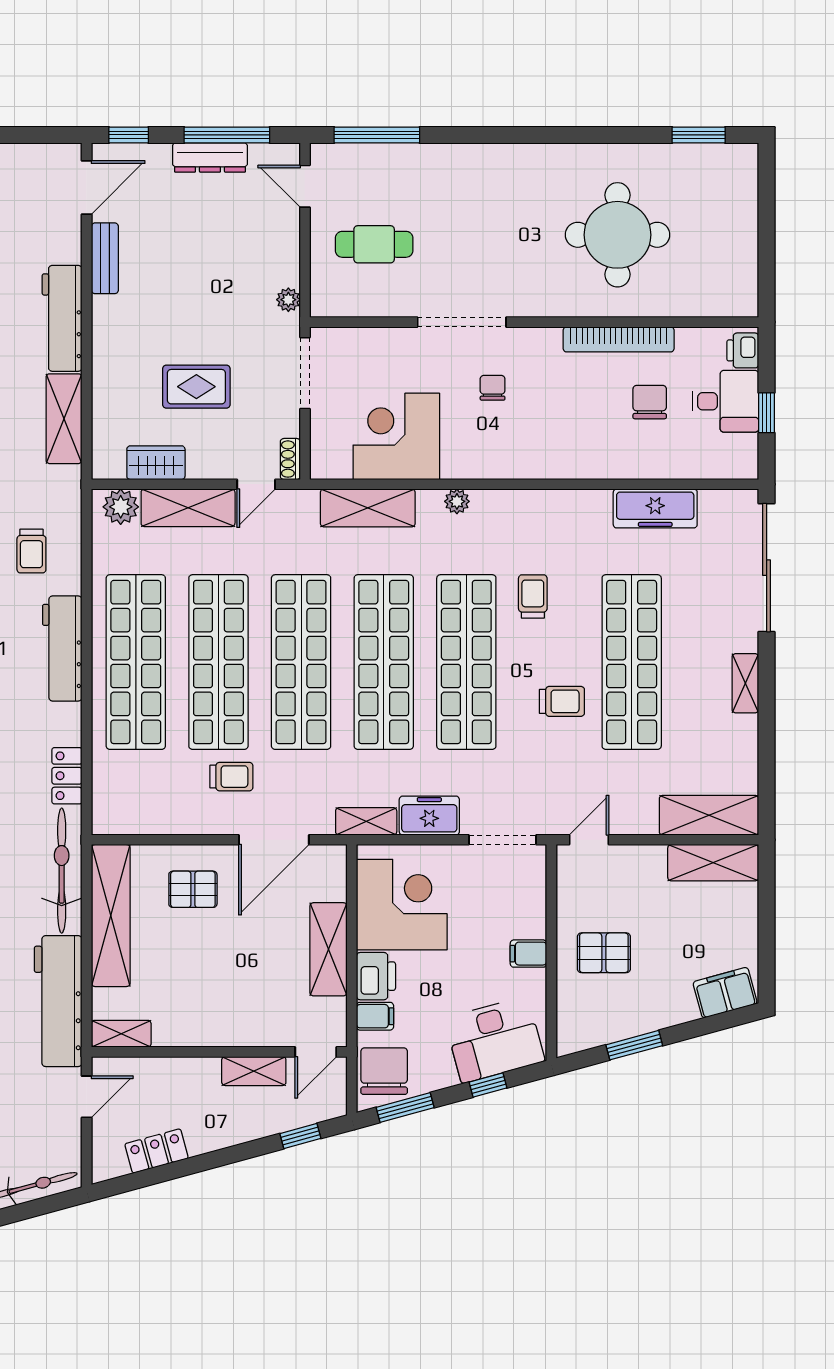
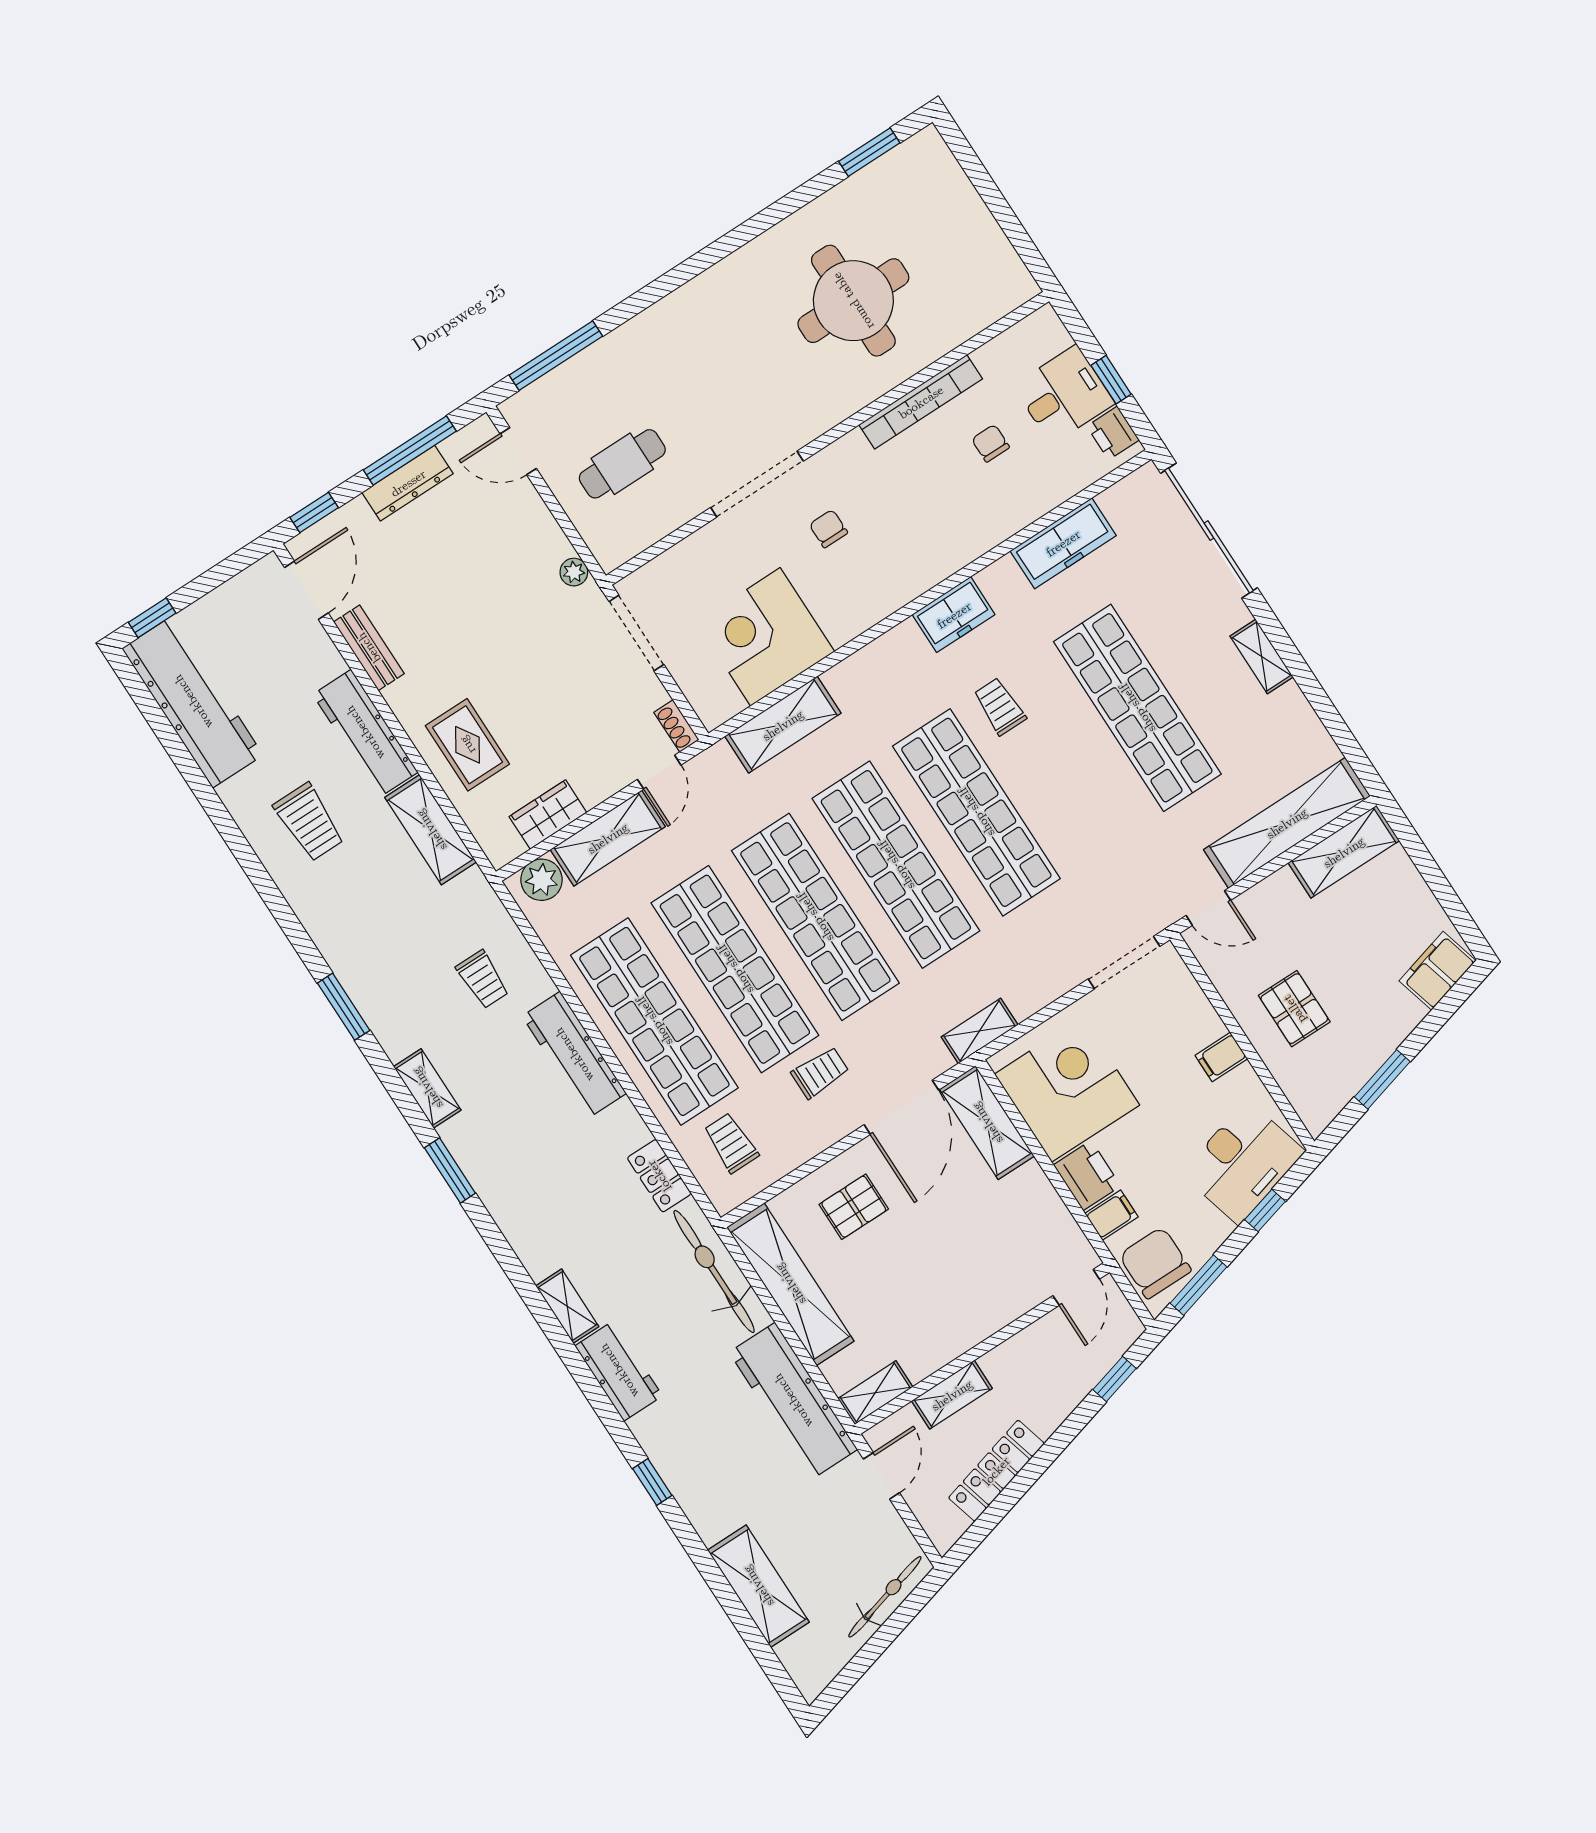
printer: (743, 350) -> (1113, 433), moved
rug: (196, 387) -> (467, 745), moved, turned 90
chair: (650, 402) -> (990, 443), width x0.73, depth x0.73
plant: (457, 501) -> (866, 662), removed
trolley: (562, 701) -> (731, 1143), moved, turned -90
shelving: (709, 815) -> (1287, 823), width x1.47
freezer: (429, 816) -> (954, 615), moved, turned 180
door: (589, 840) -> (1208, 908), swing flipped
shelving: (328, 949) -> (987, 1123), moved
pallet: (604, 953) -> (1294, 1009), turned 90
shelving: (254, 1071) -> (952, 1395), moved
locker: (157, 1151) -> (996, 1471), width x1.53

